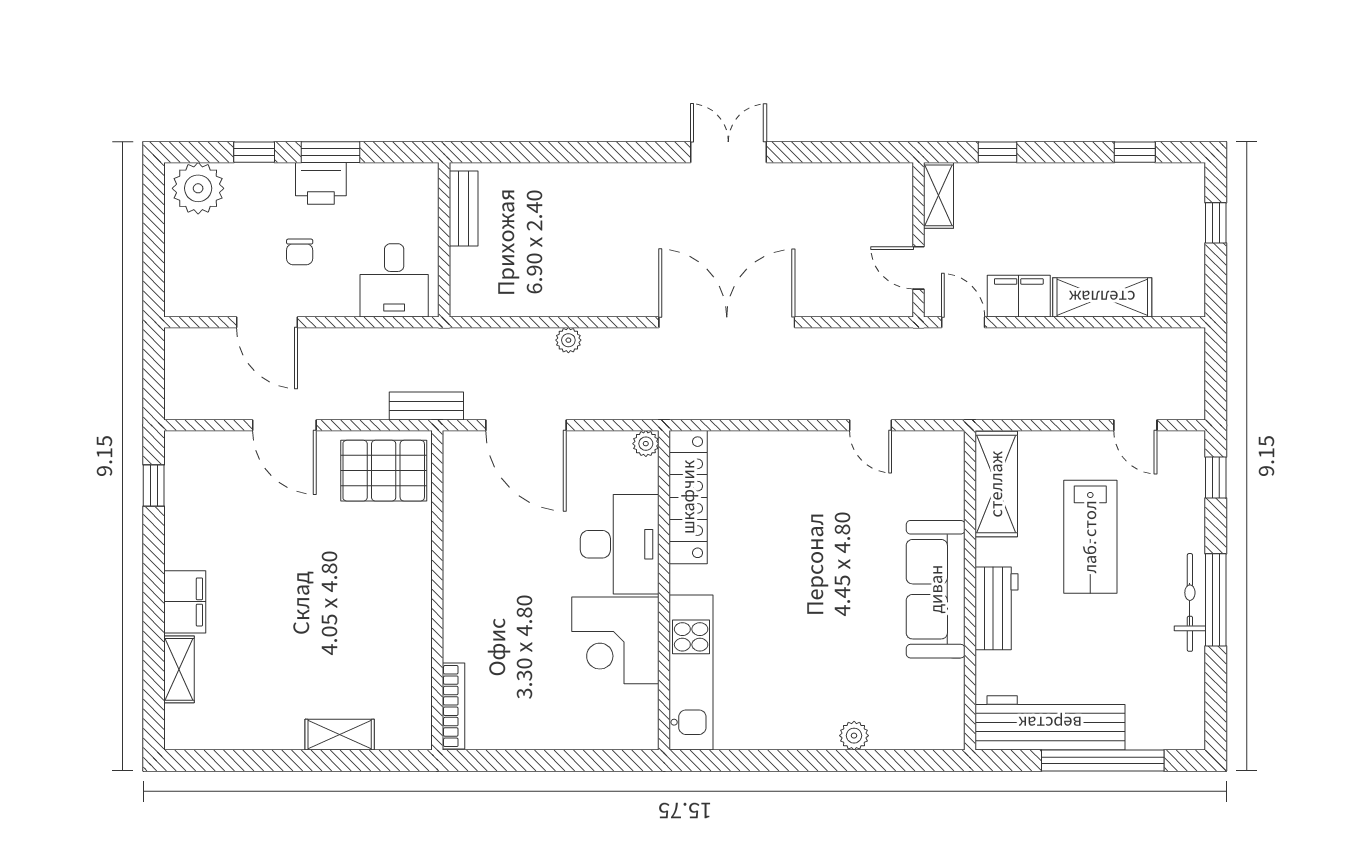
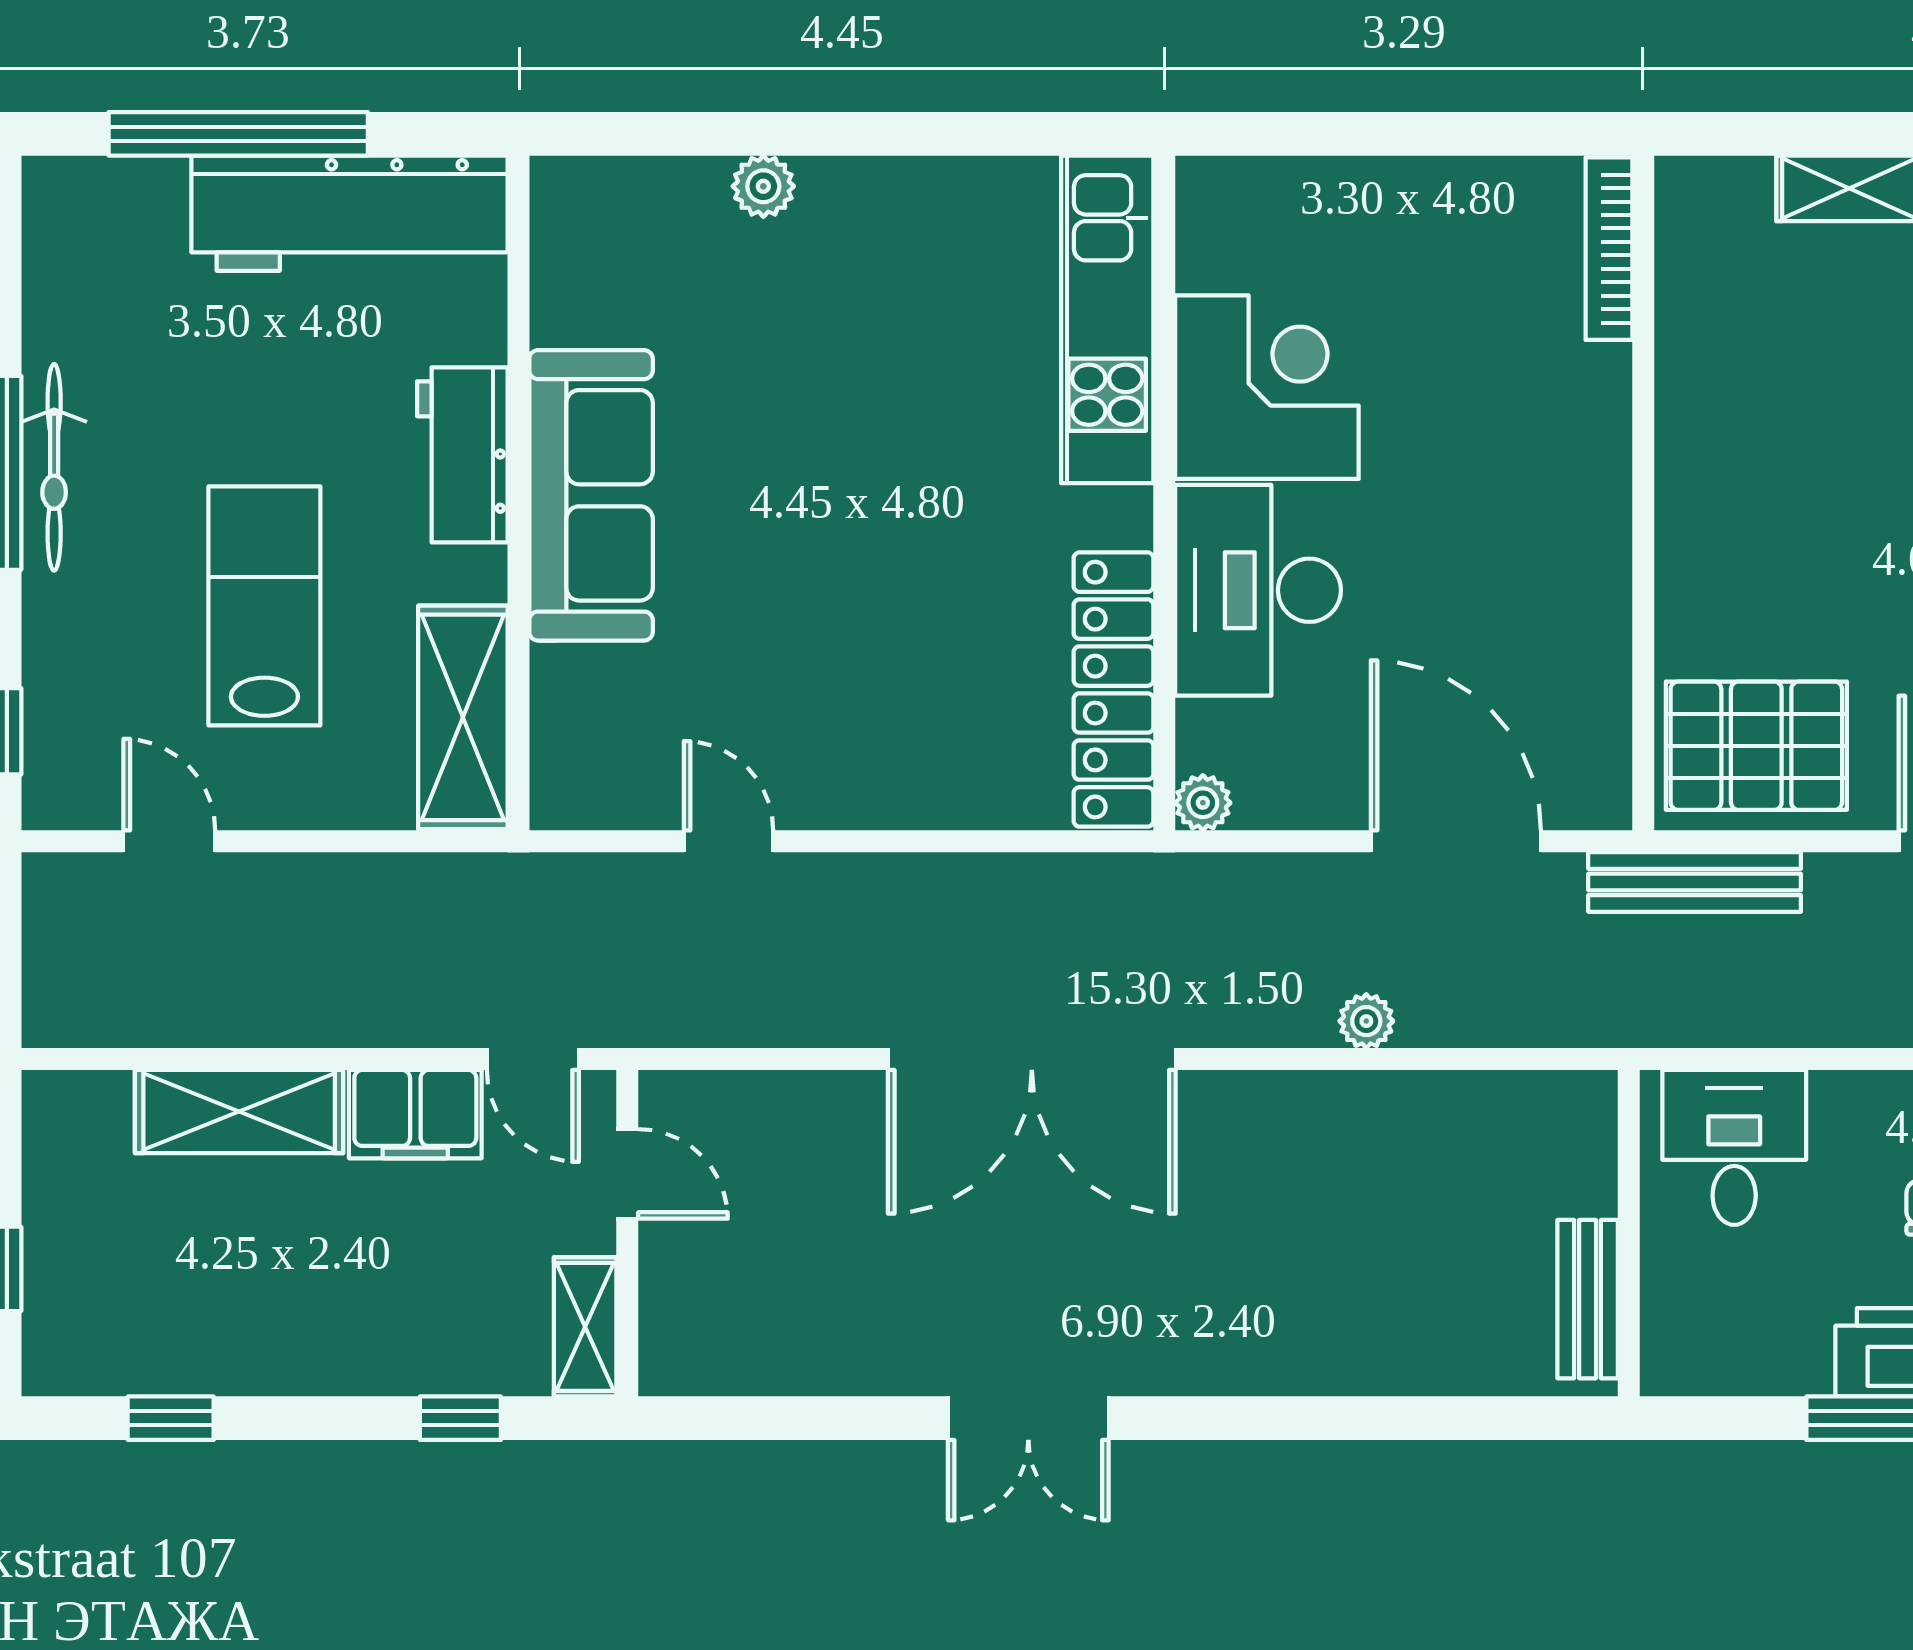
bench: (426, 406) -> (1695, 882), width x1.36

